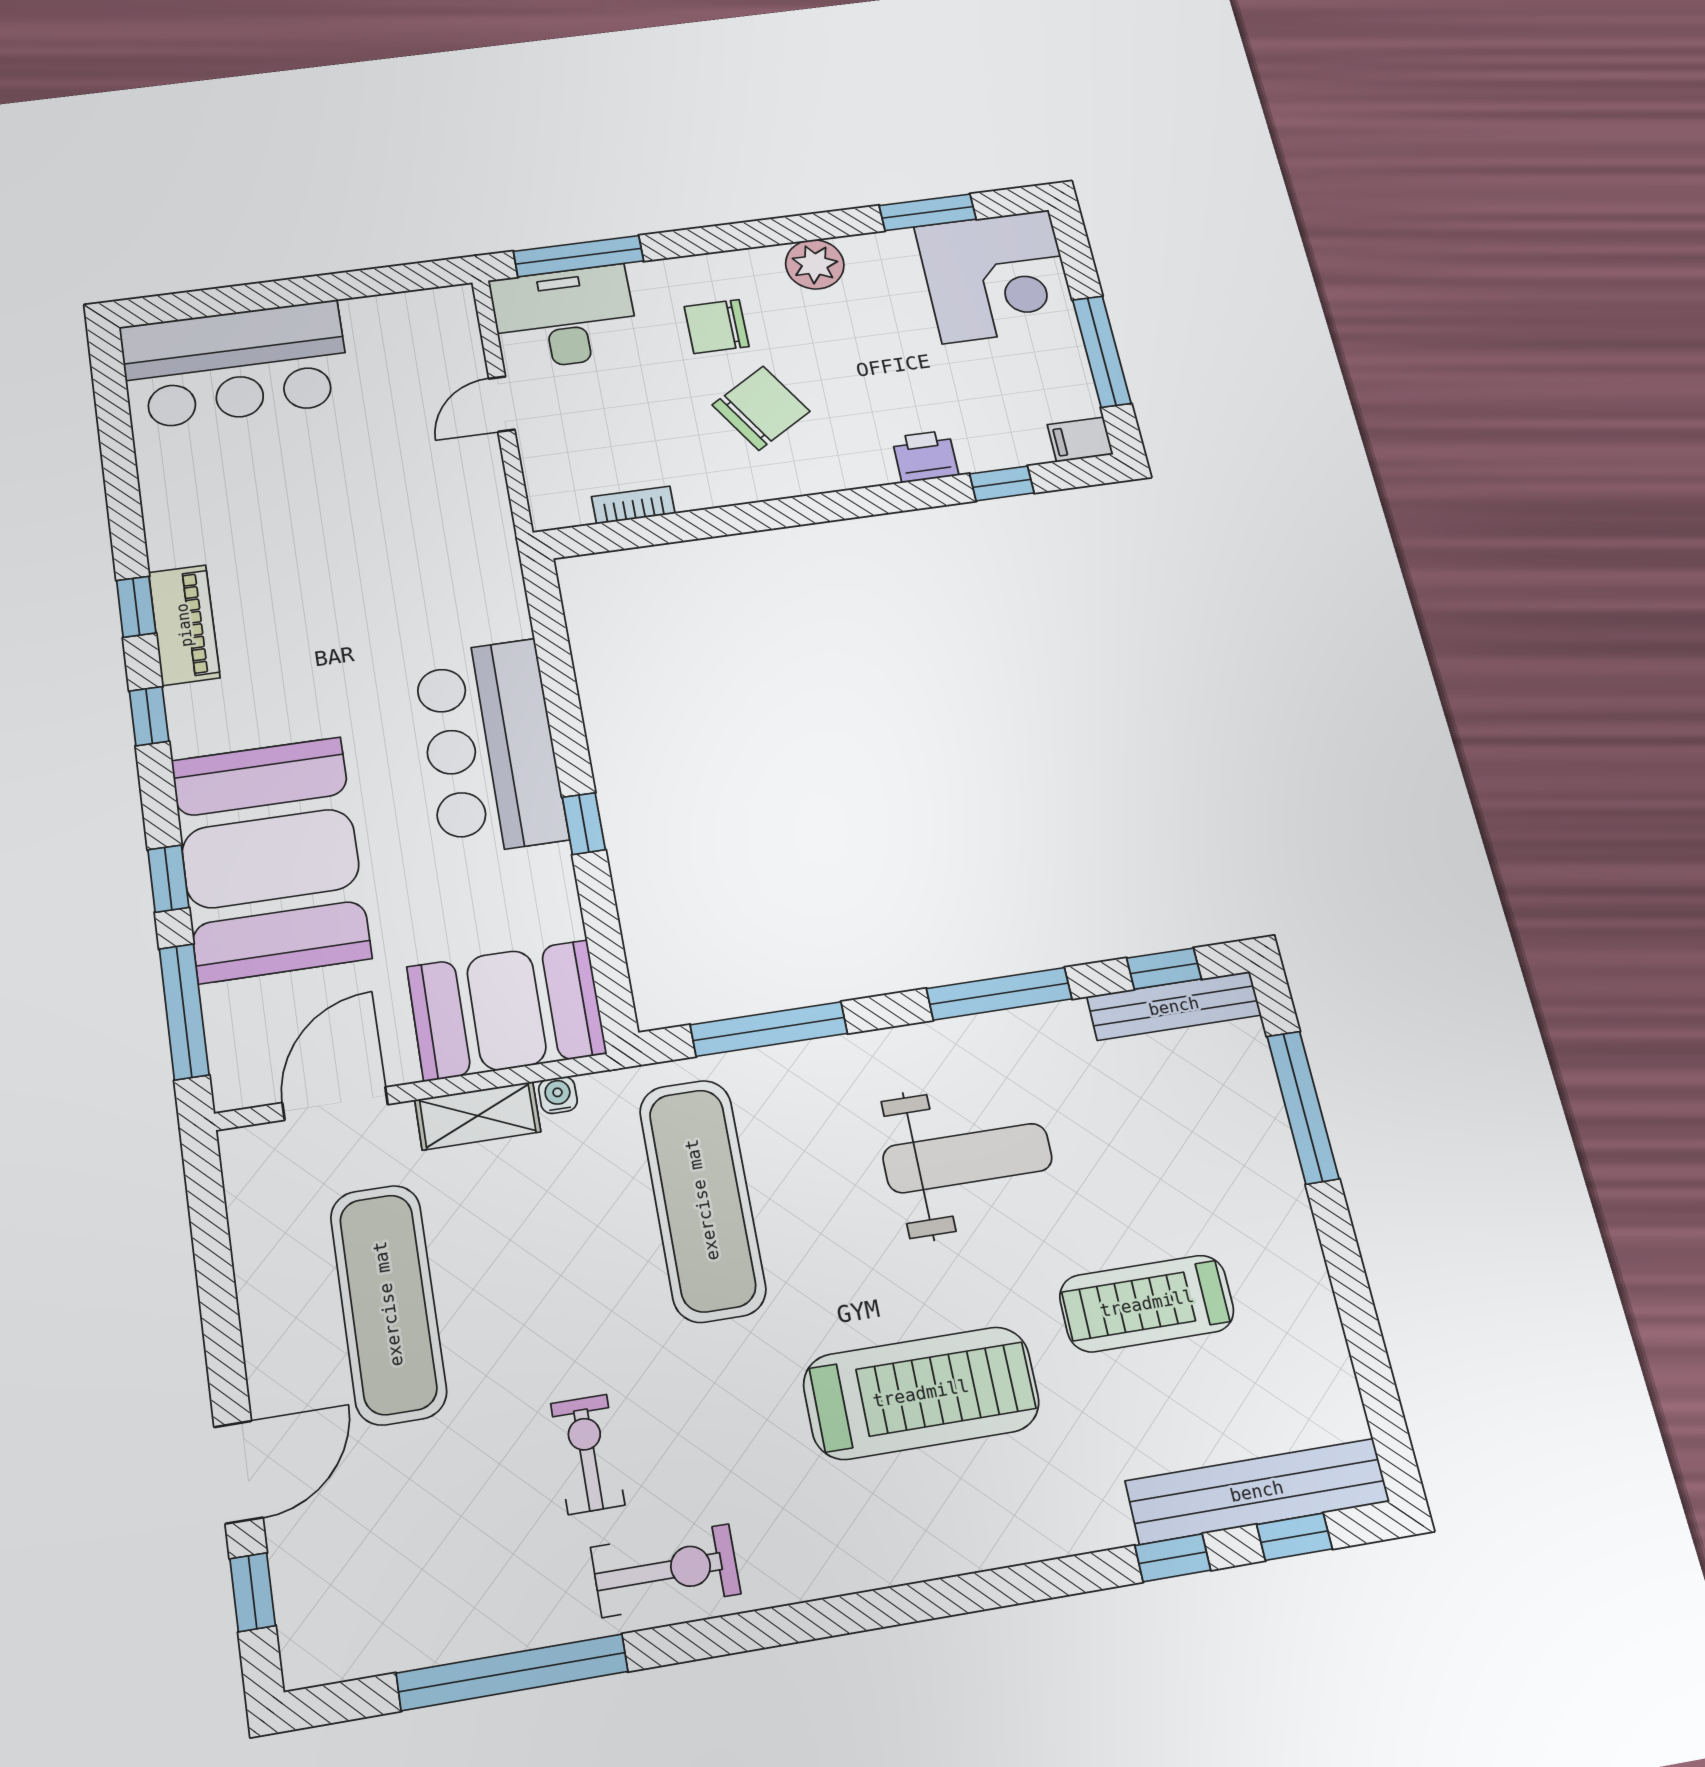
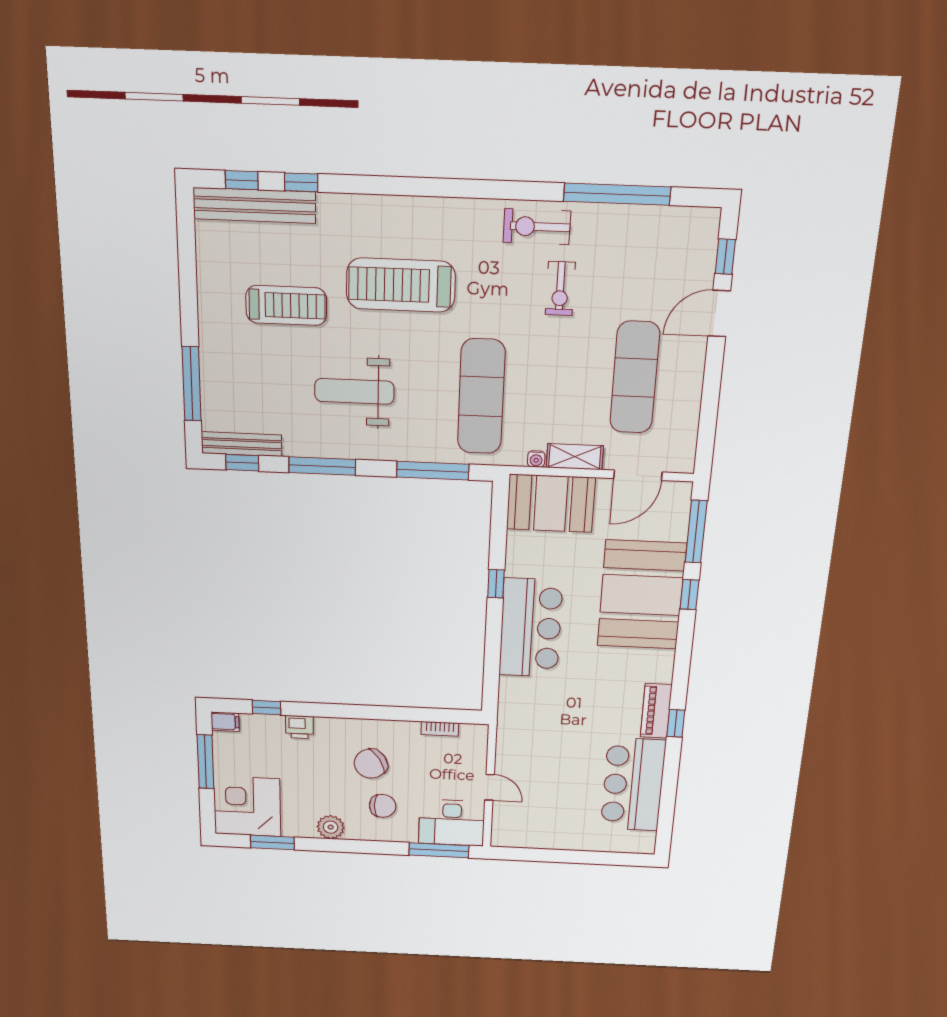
bar counter: (235, 365) -> (633, 785), moved, turned -90
door: (502, 404) -> (489, 787), hinge flipped
window: (149, 716) -> (681, 671), removed

